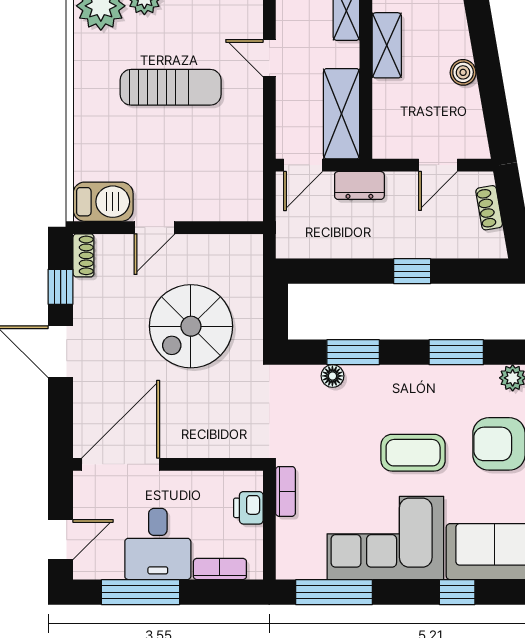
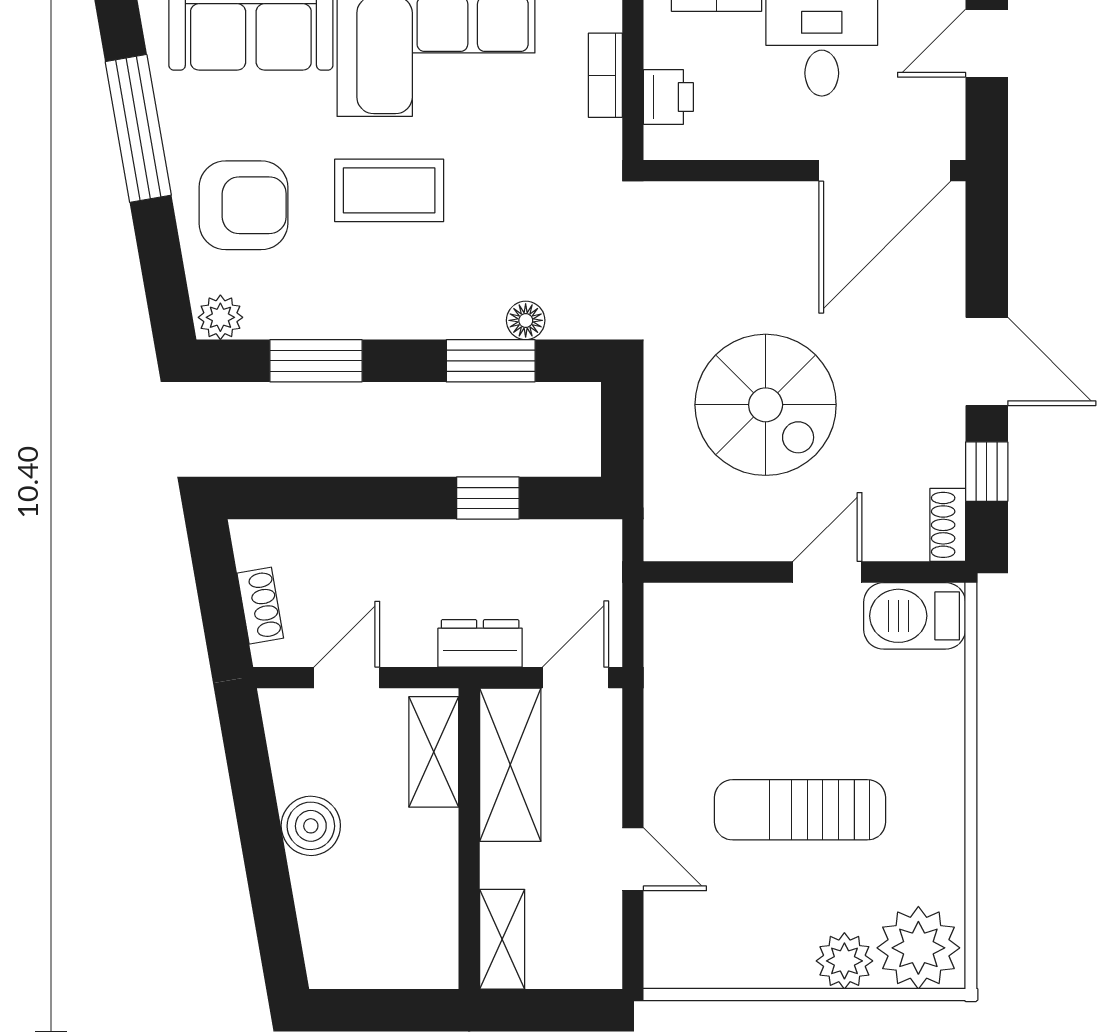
shelving: (387, 45) -> (434, 752), moved
boiler: (463, 72) -> (311, 826), width x1.36, depth x1.36
window: (412, 271) -> (488, 498), moved
spiral stairs: (191, 326) -> (766, 405), turned 90
bookcase: (285, 491) -> (605, 75), moved

